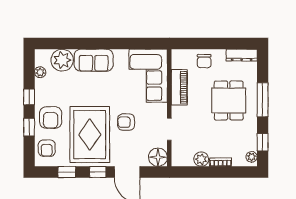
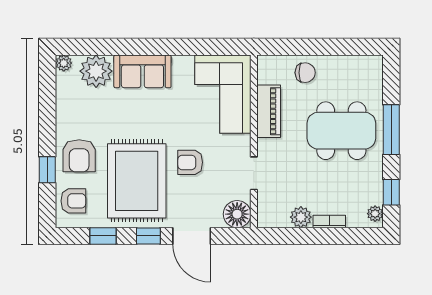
dresser: (242, 55) -> (360, 64), removed
chair: (204, 61) -> (305, 73), turned -90
plant: (40, 72) -> (64, 63), moved
window: (29, 97) -> (47, 125), removed
dining table: (229, 100) -> (341, 131), width x1.37
armchair: (47, 148) -> (73, 201), turned -90

